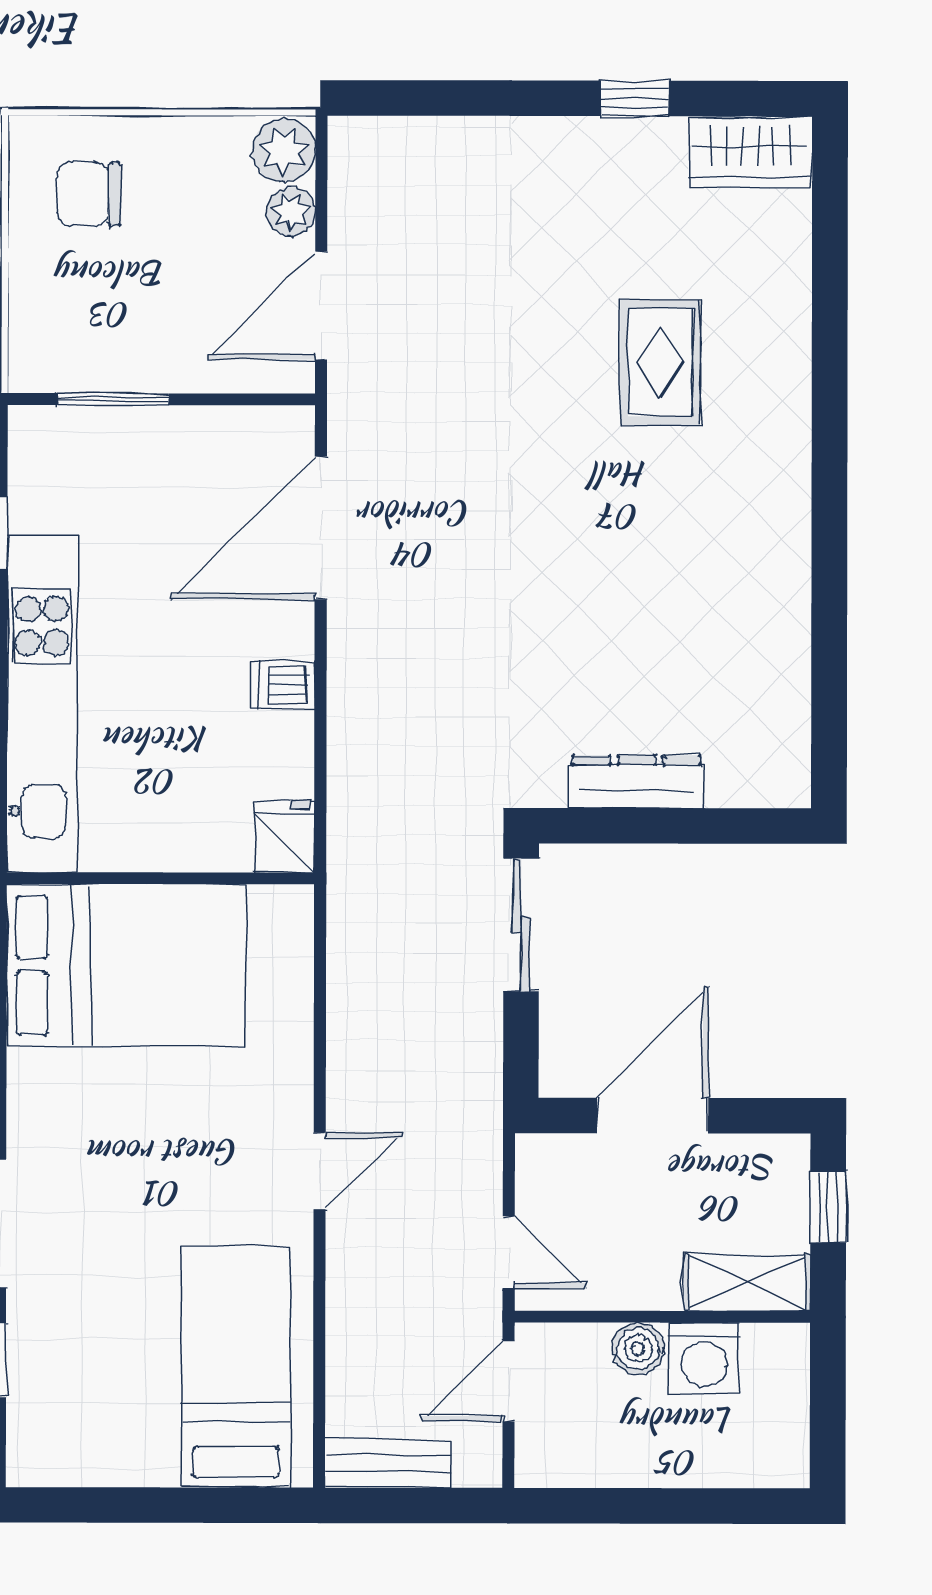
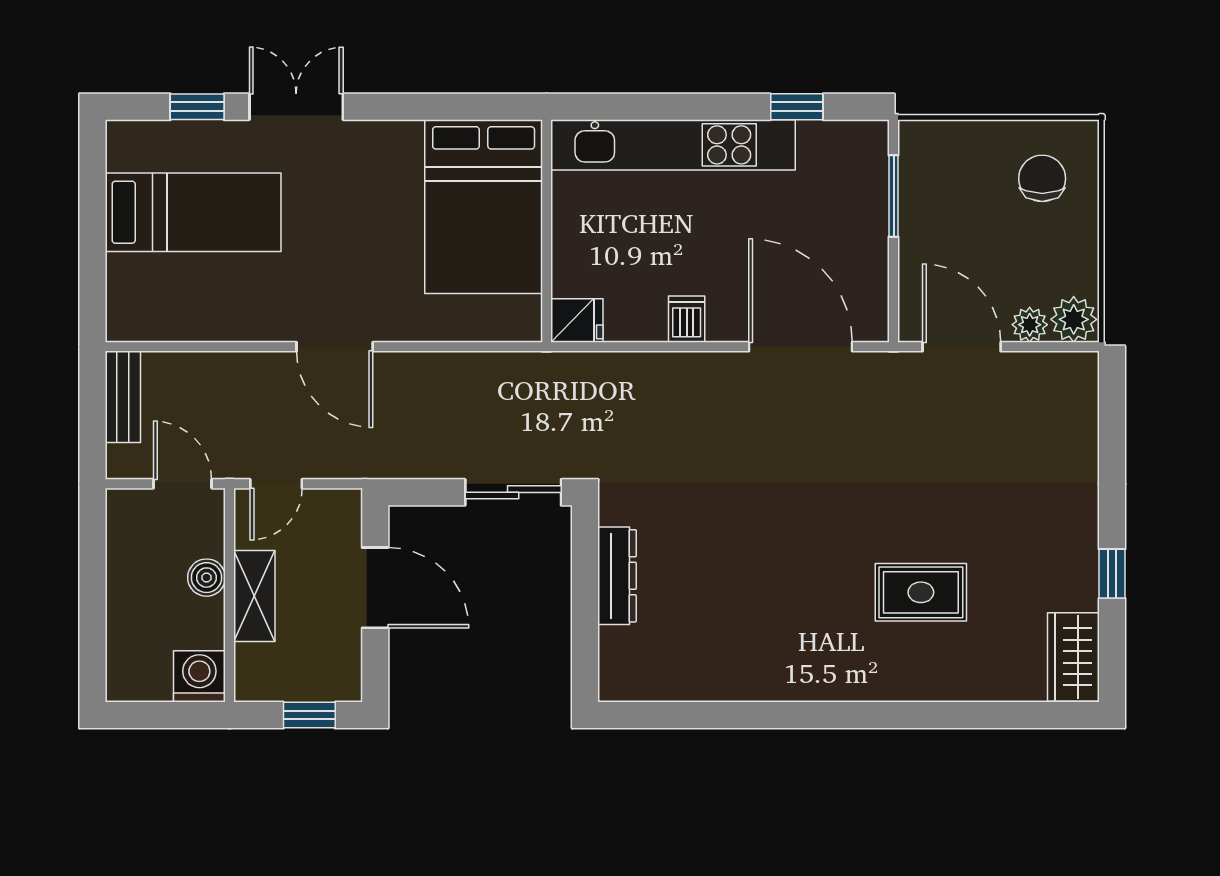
door: (320, 1171) -> (335, 347), width x1.38
shelving: (747, 1283) -> (254, 596), moved
washing machine: (704, 1358) -> (199, 676), moved, turned 90
bed: (236, 1366) -> (193, 212), moved

